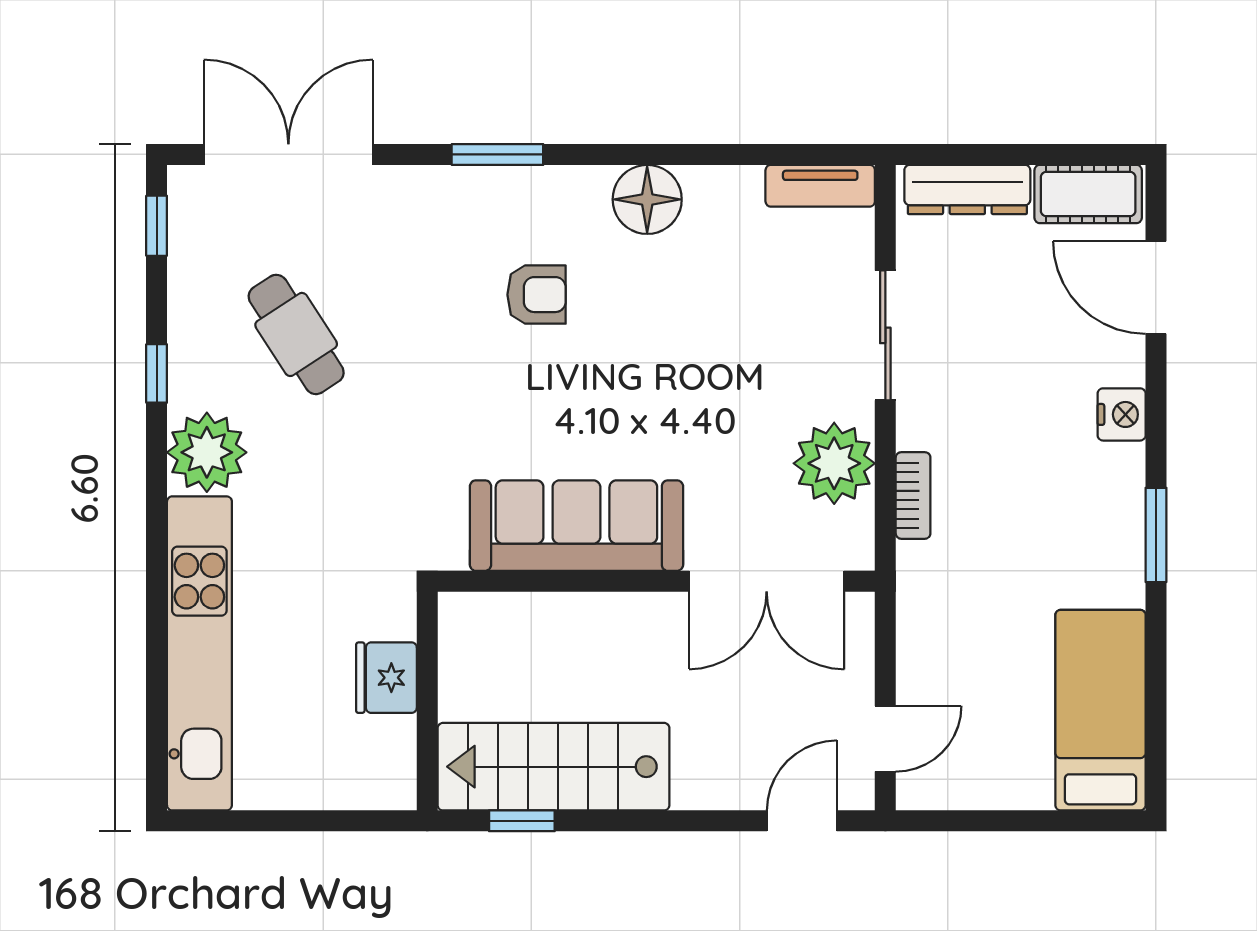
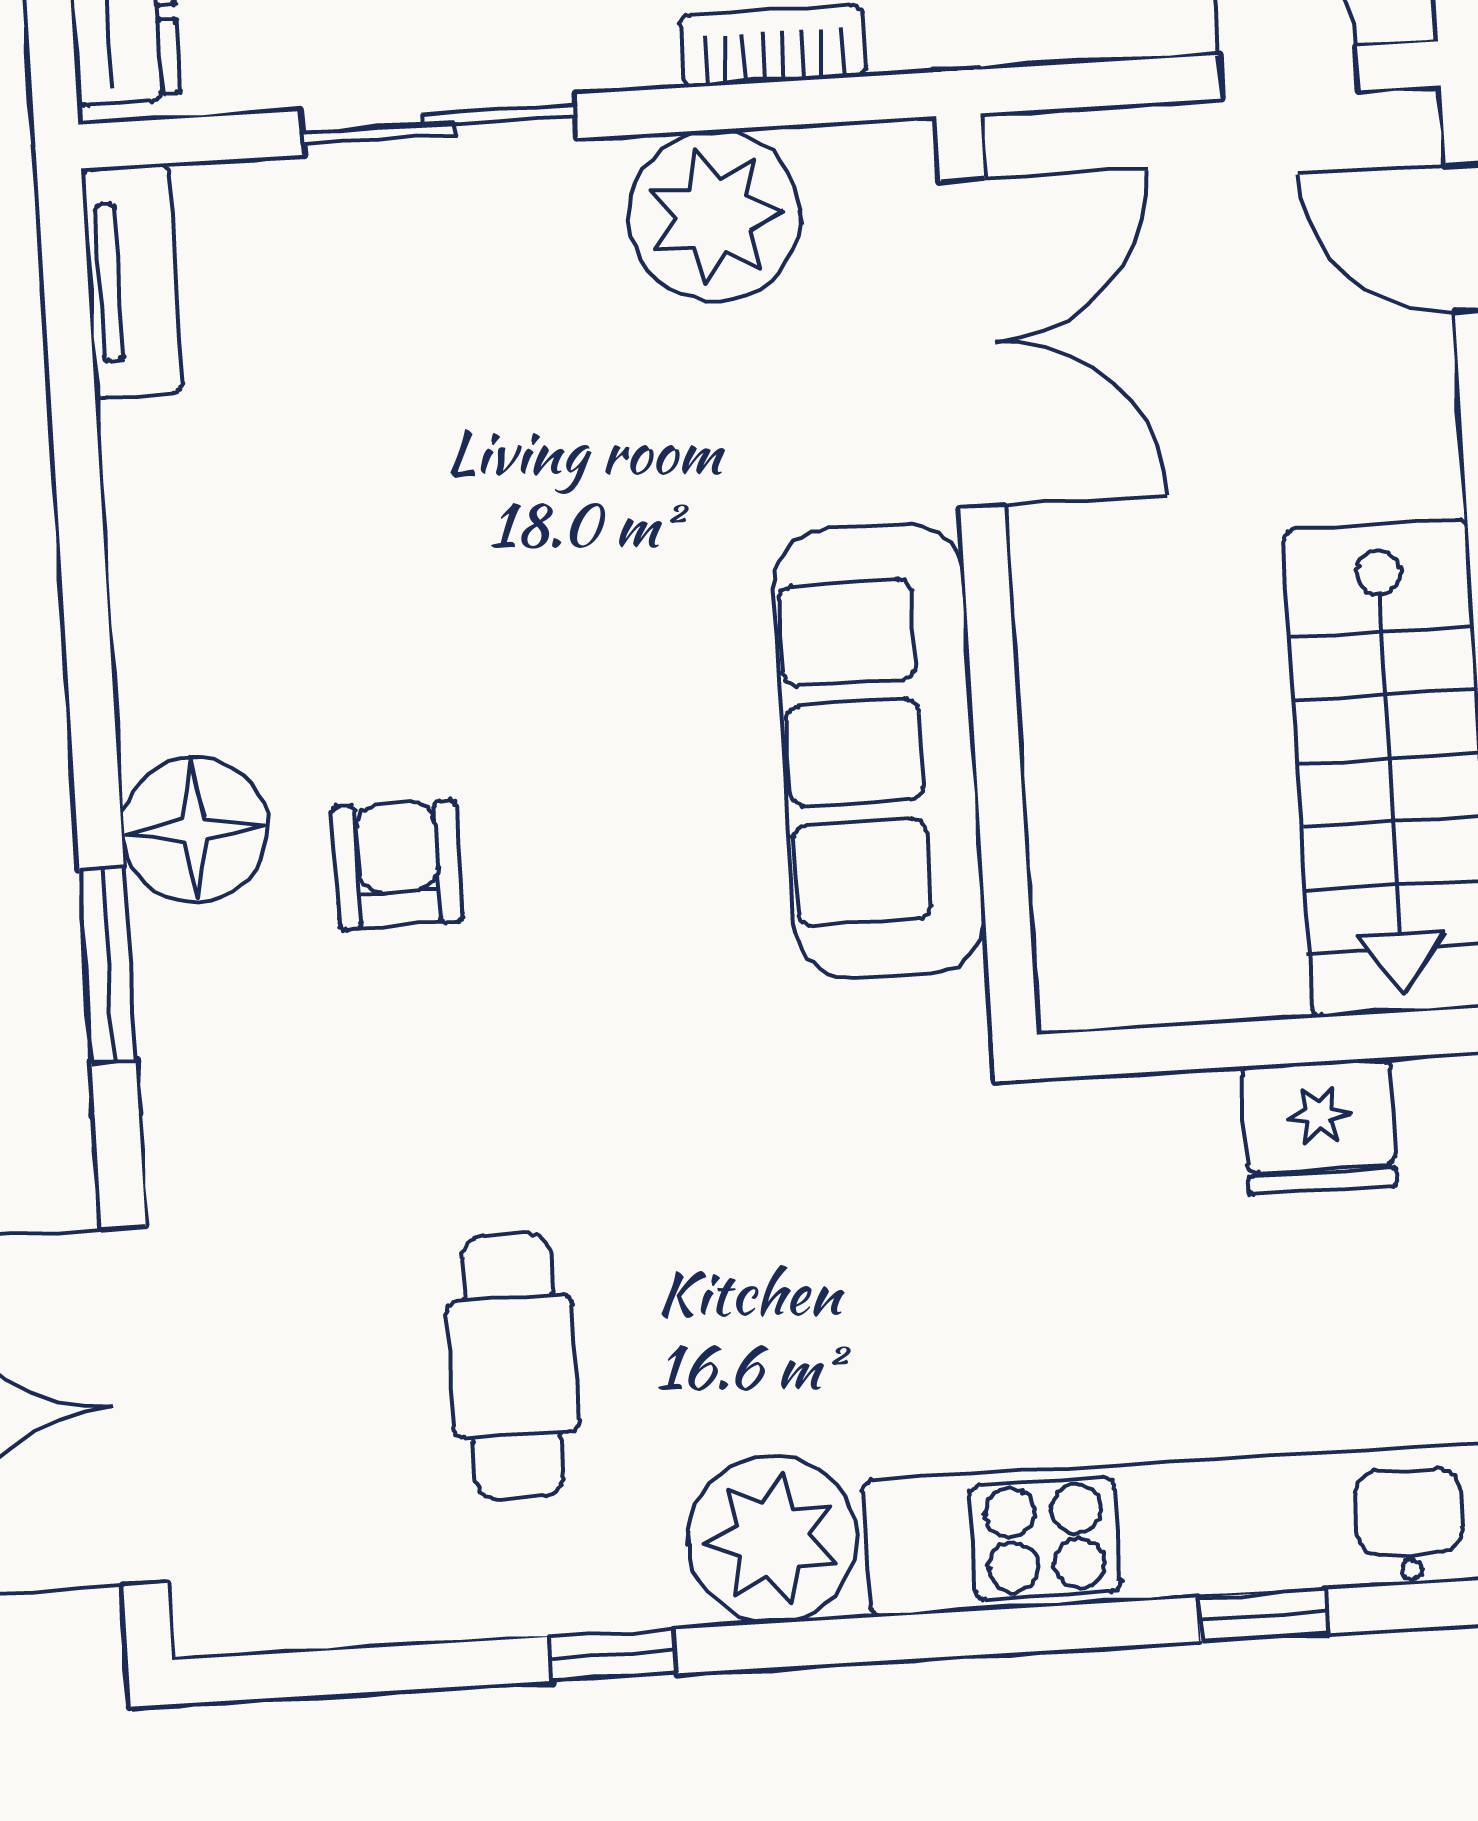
floor lamp: (647, 199) -> (194, 830), moved
window: (157, 226) -> (1263, 1615), moved
cafe table: (296, 334) -> (513, 1366), turned -57
fridge: (386, 678) -> (1319, 1126), moved

